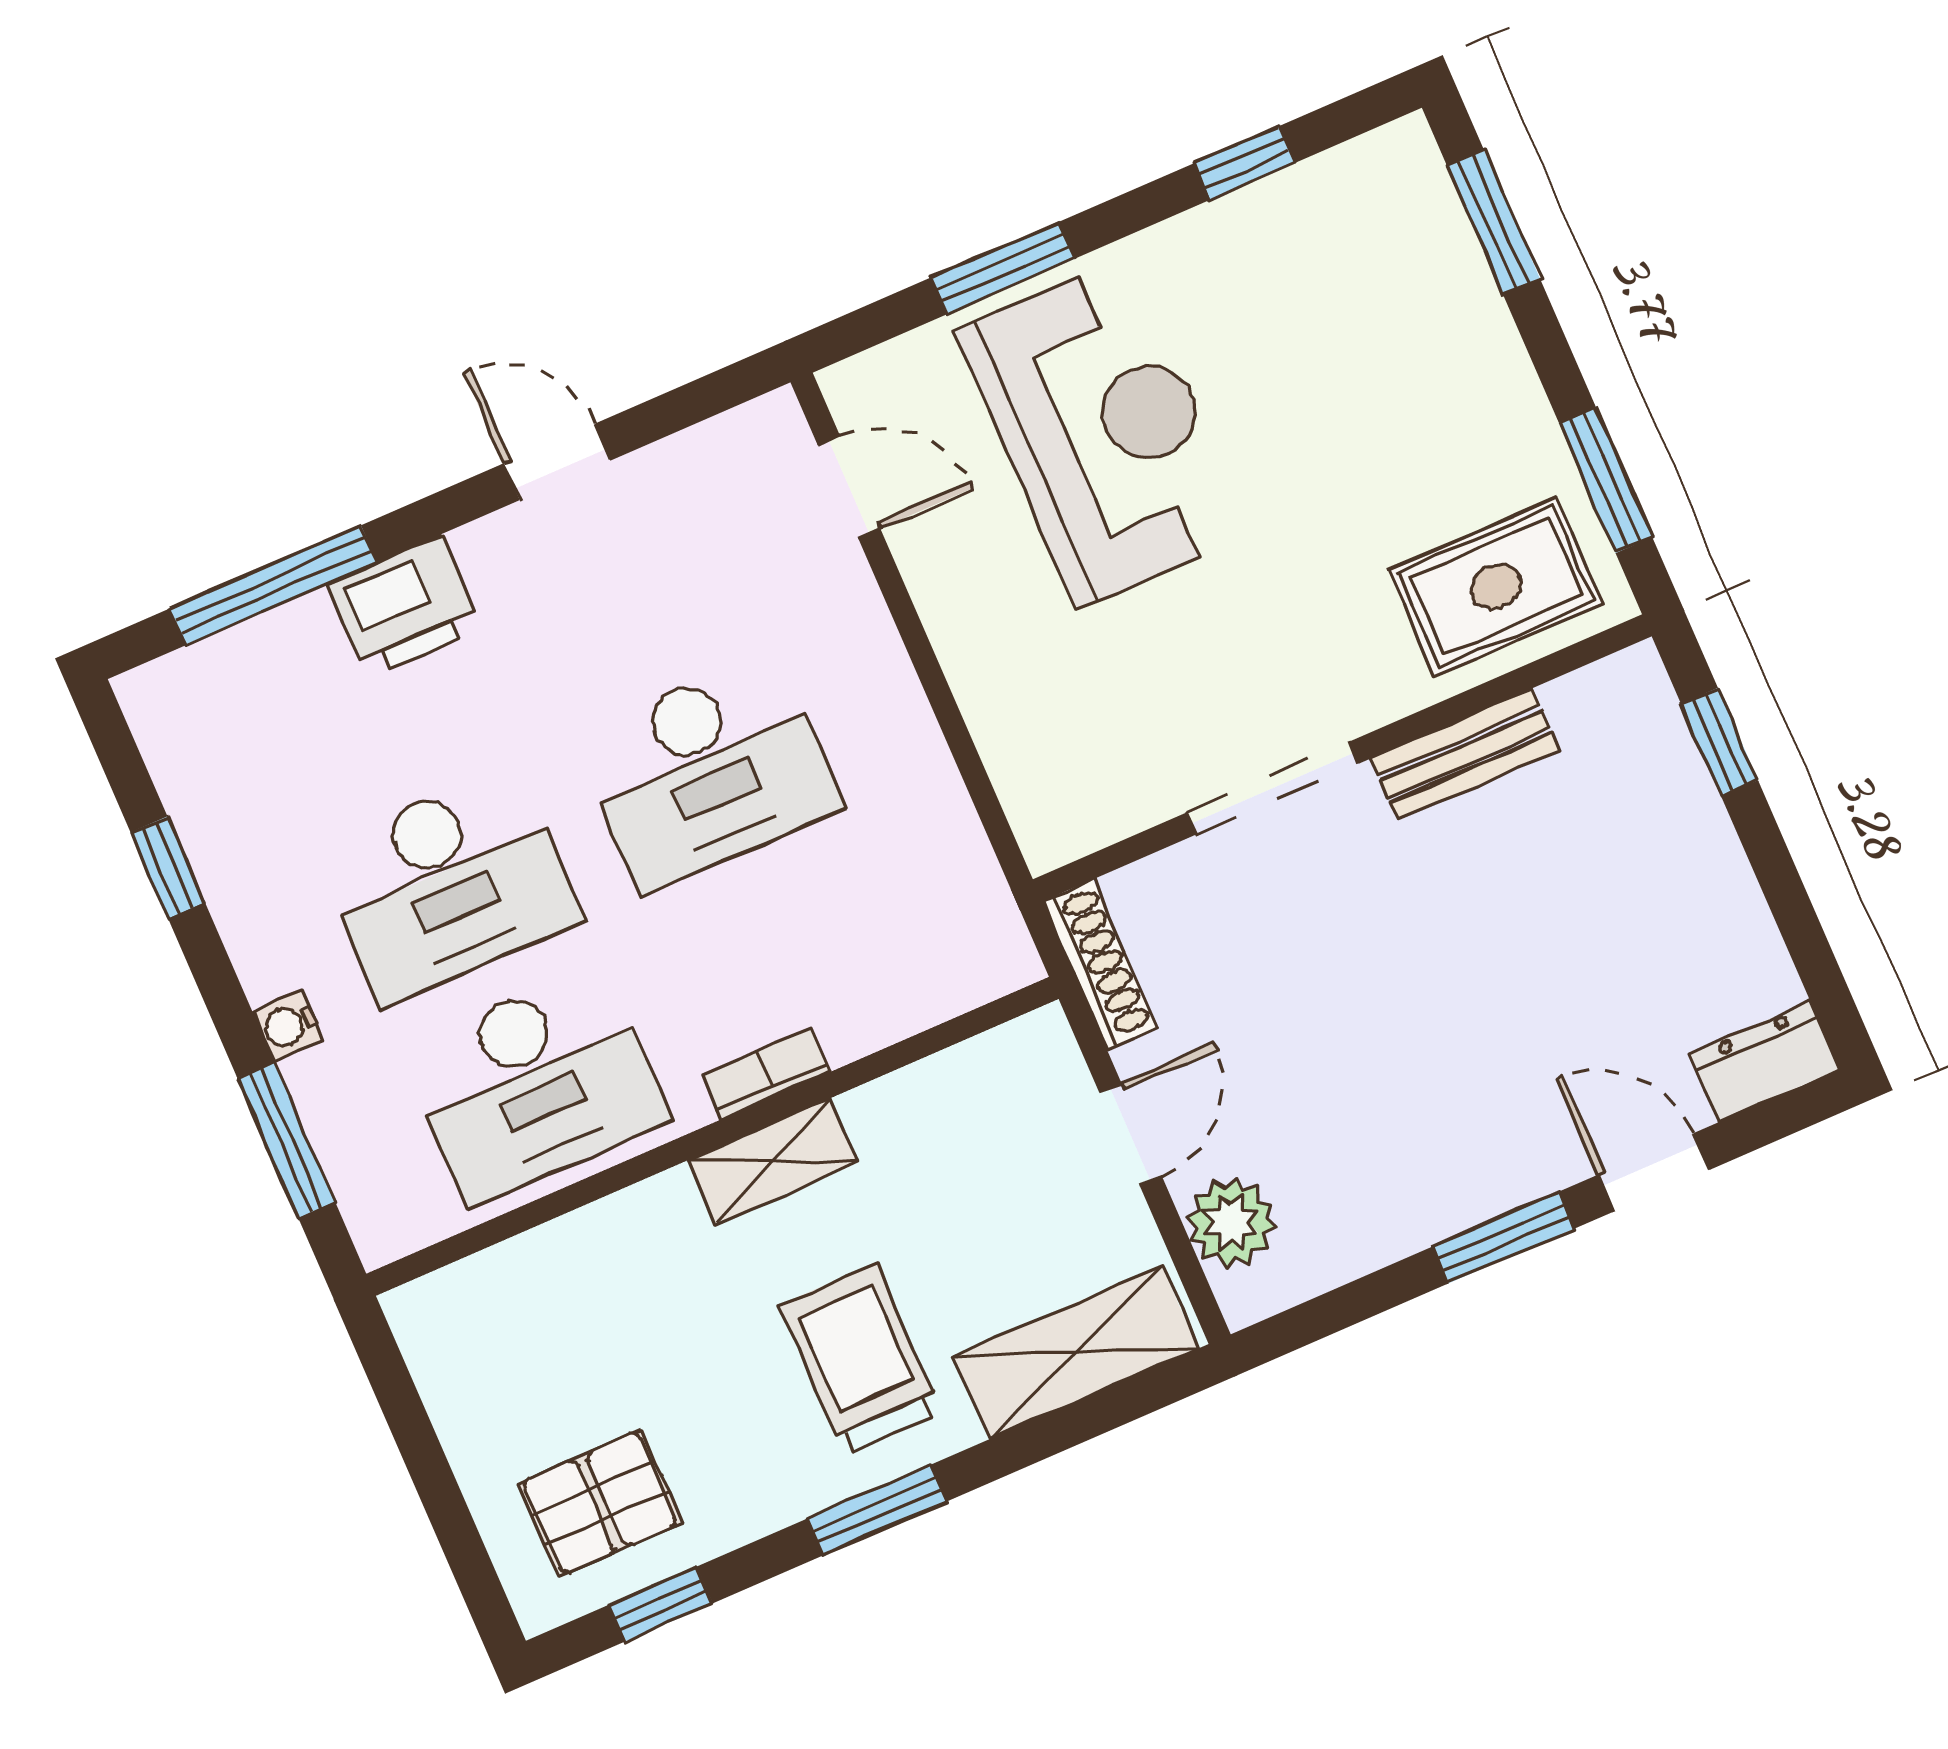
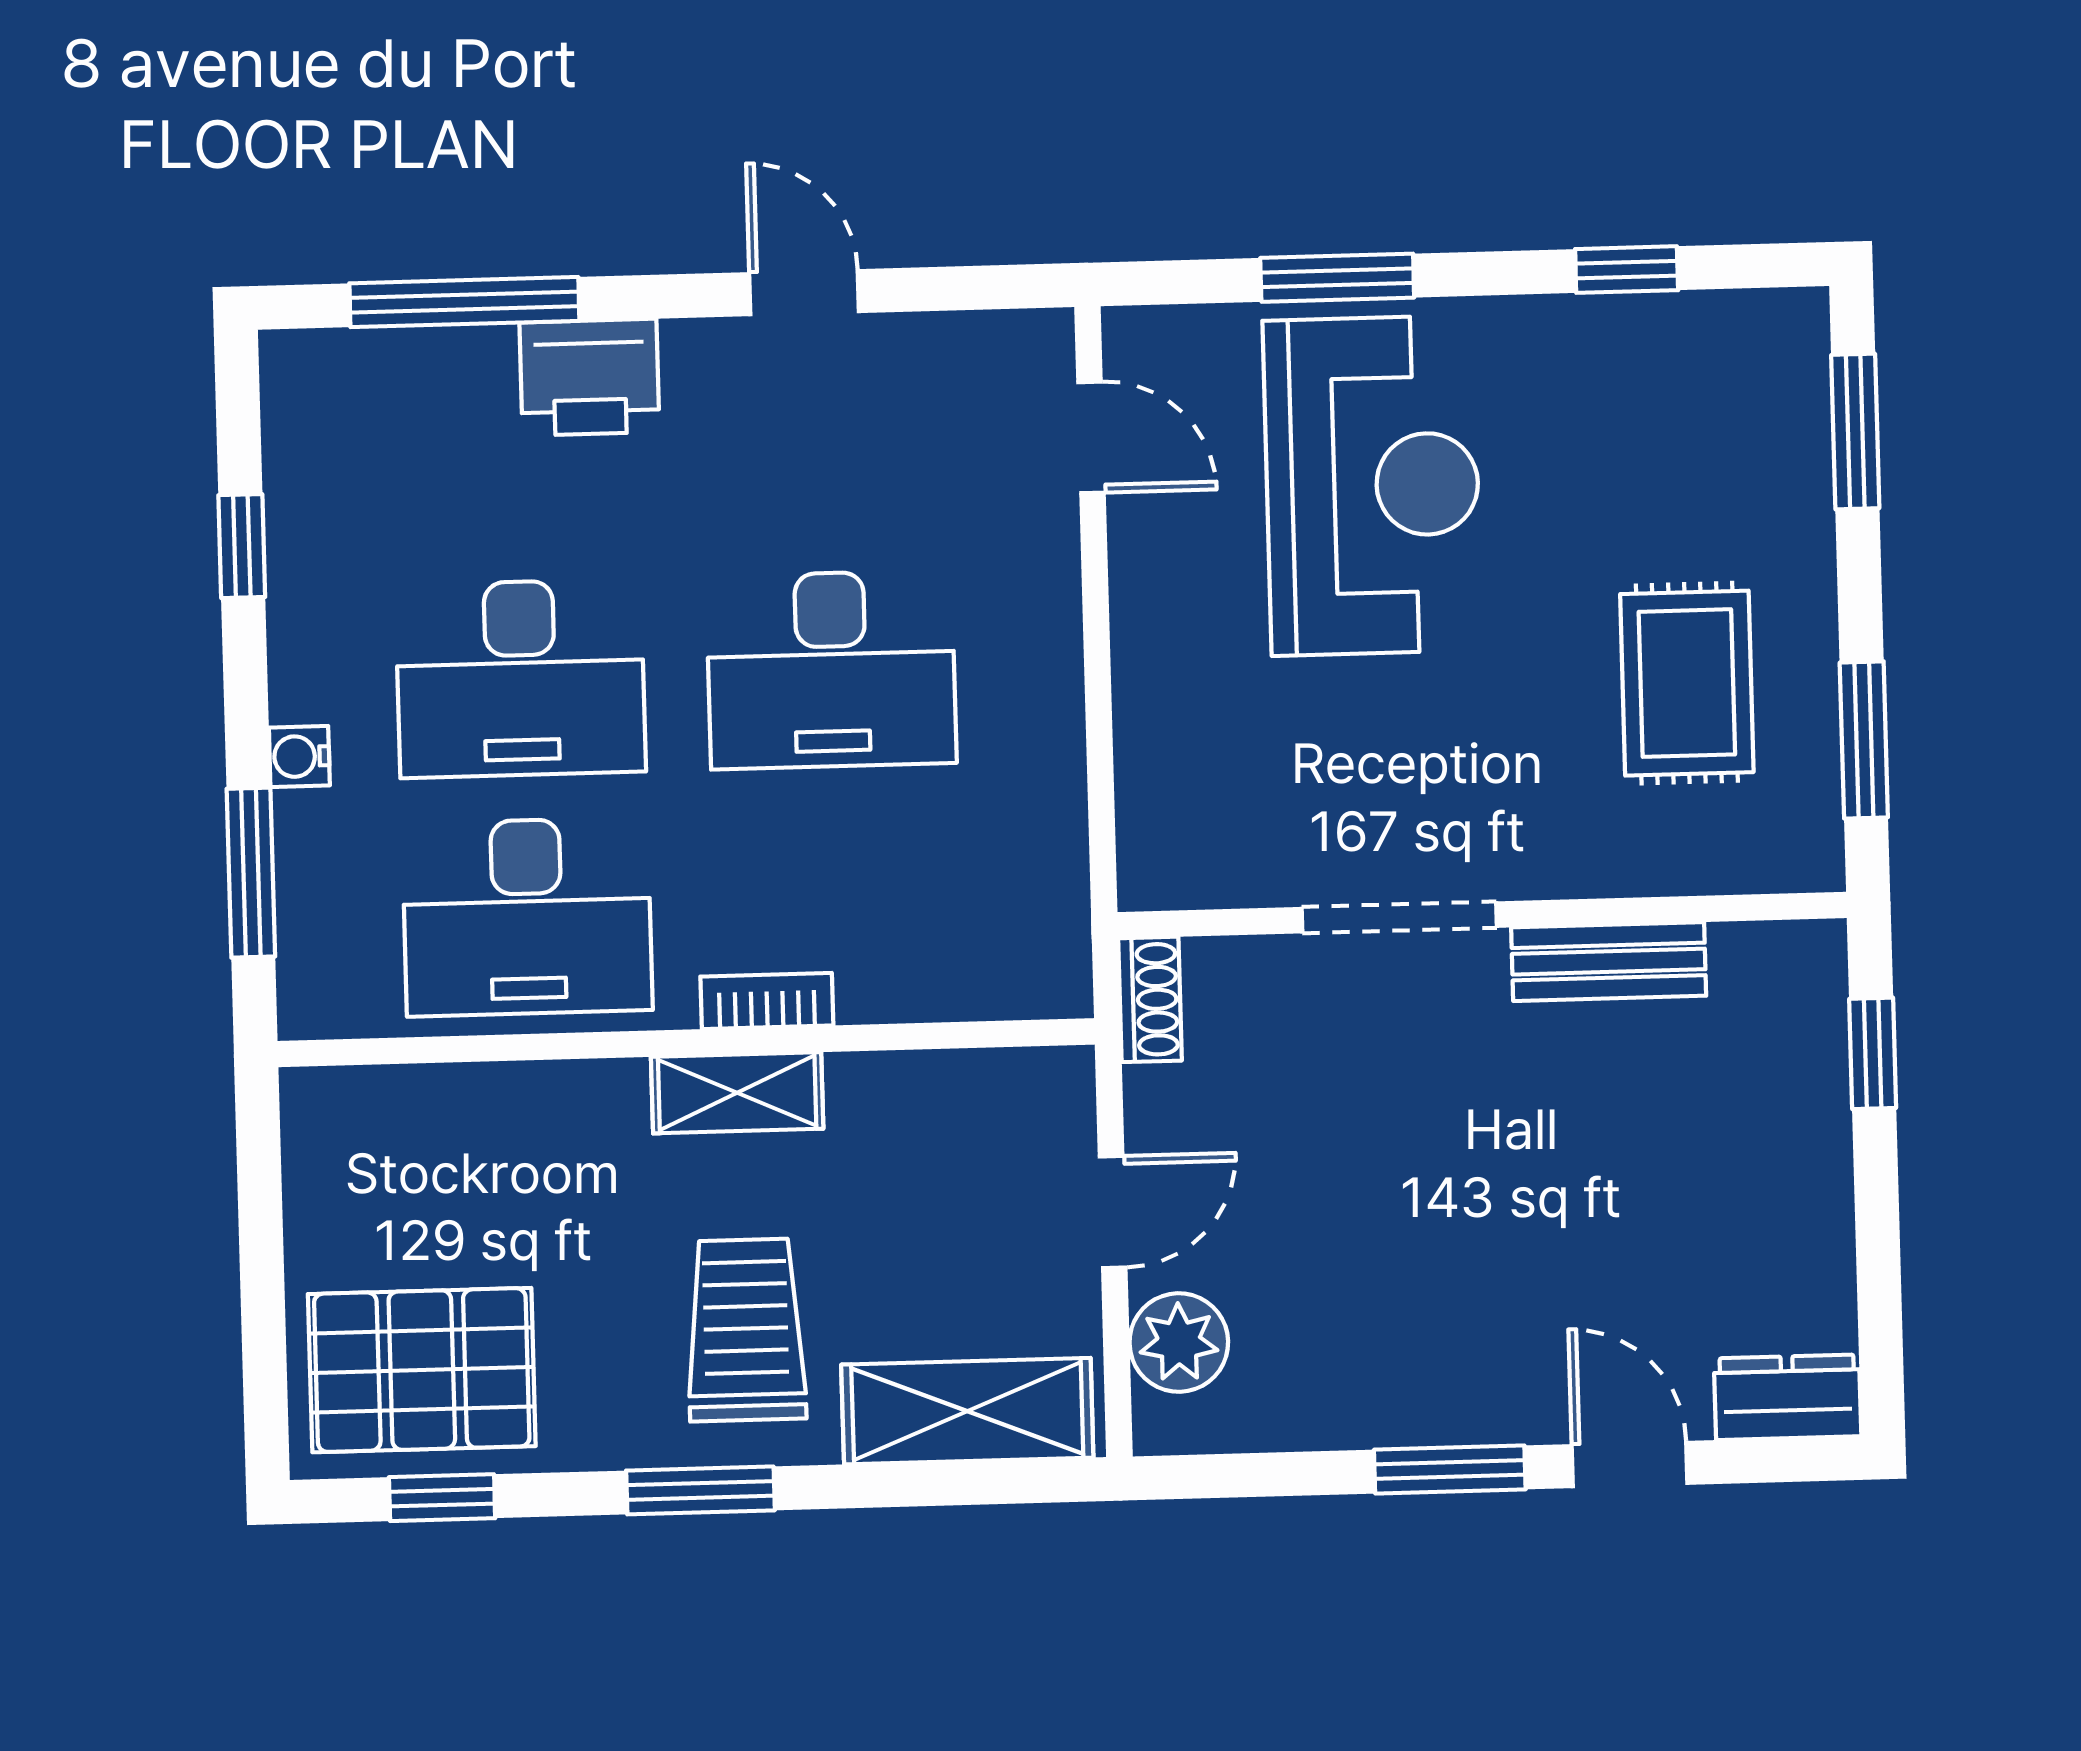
rug: (1496, 587) -> (1687, 683), moved, turned 90
shoe rack: (1100, 964) -> (1150, 999), width x0.70
pallet: (600, 1503) -> (422, 1370), width x1.50, depth x1.42

